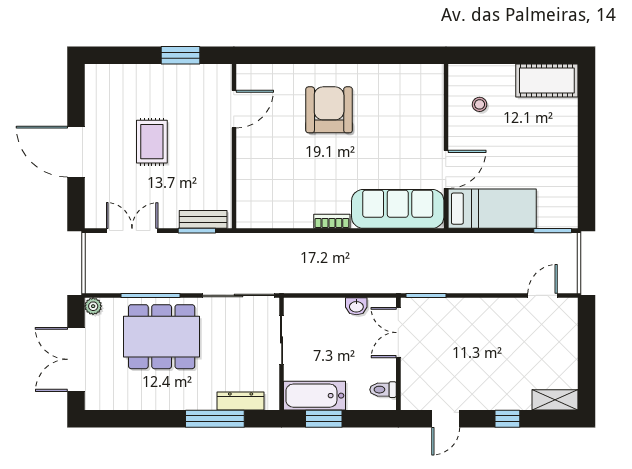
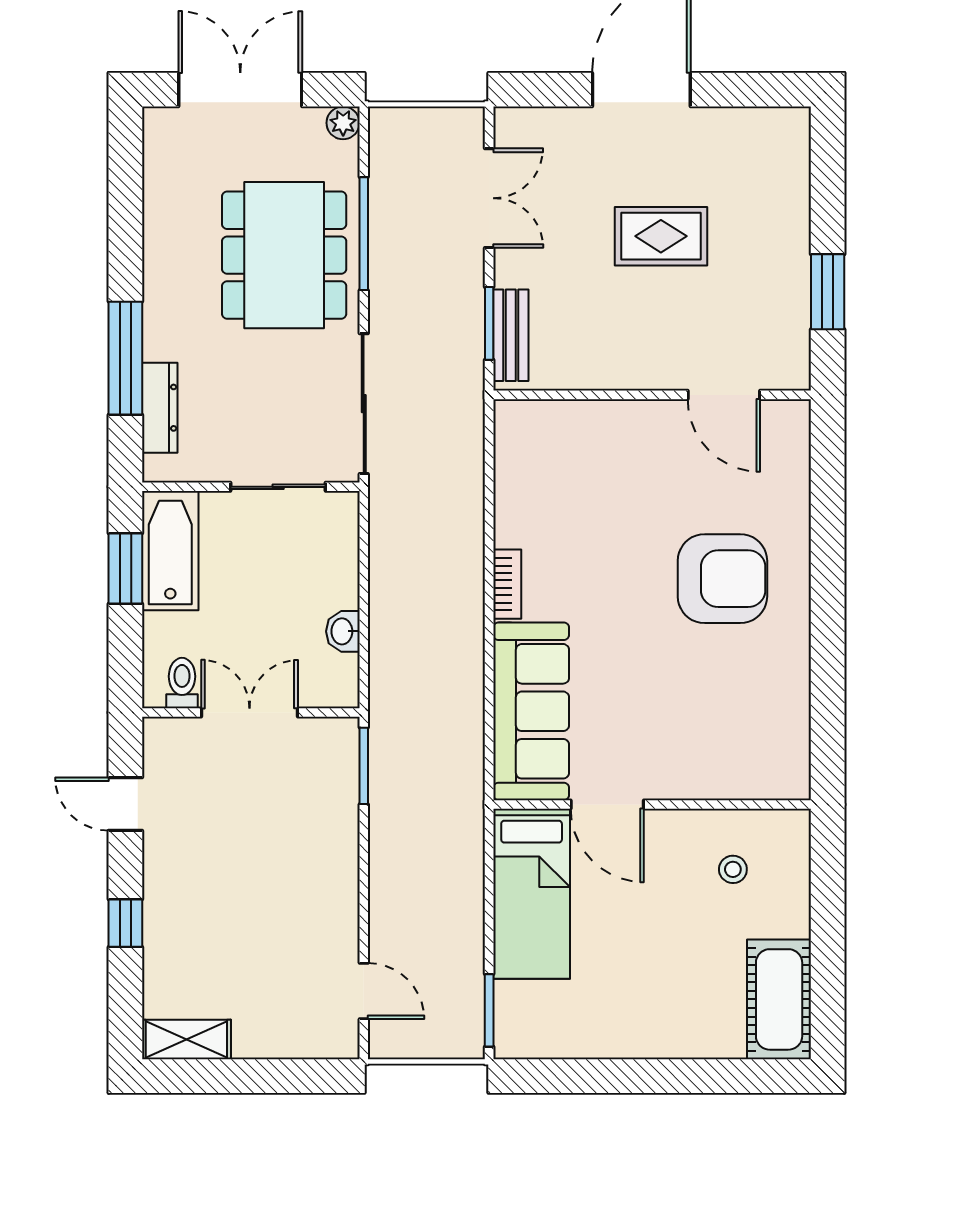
double door: (398, 333) -> (250, 713), moved
shelving: (555, 400) -> (186, 1040), moved, turned 90

